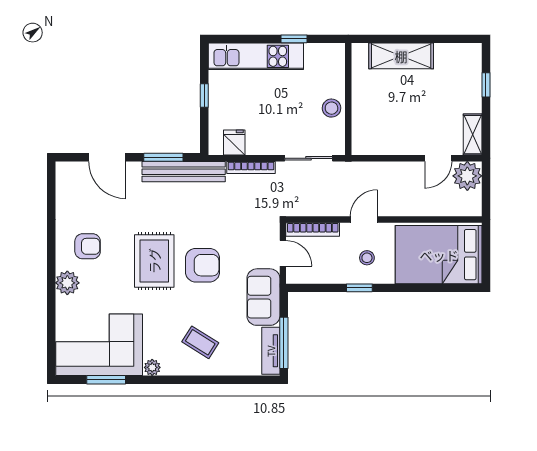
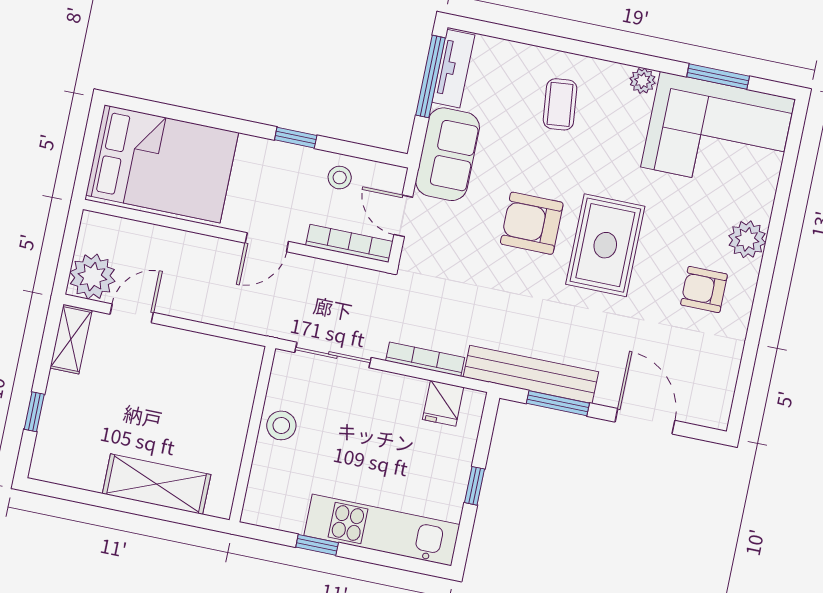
stool: (367, 258) -> (340, 178), moved
coffee table: (200, 342) -> (560, 104), turned 52

